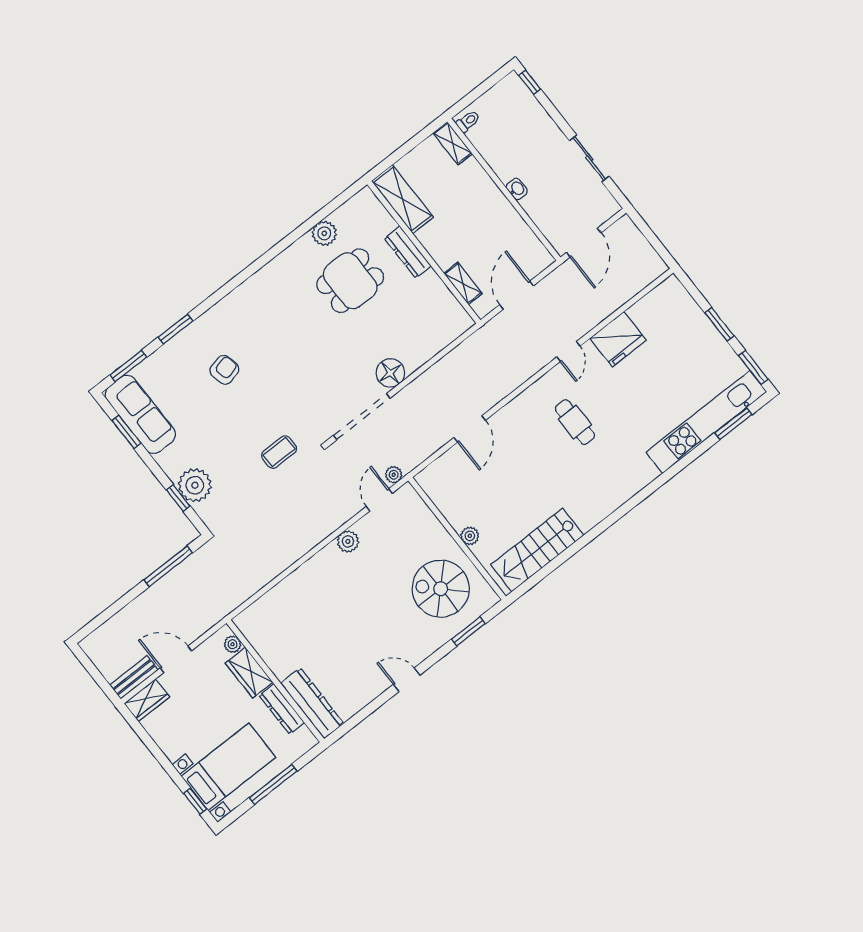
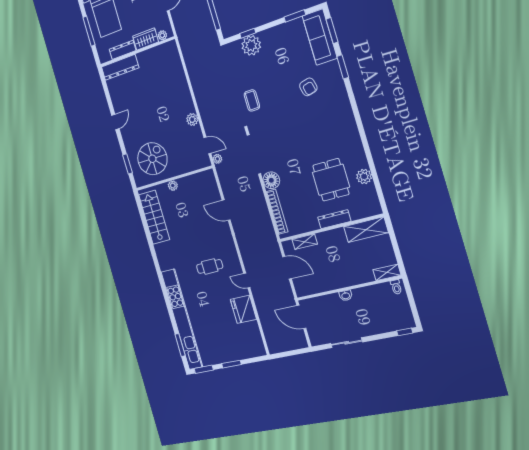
bookcase: (436, 345) -> (277, 212), added
sofa: (140, 414) -> (320, 37), moved, turned 90
kitchen unit: (706, 422) -> (182, 319), width x1.36

